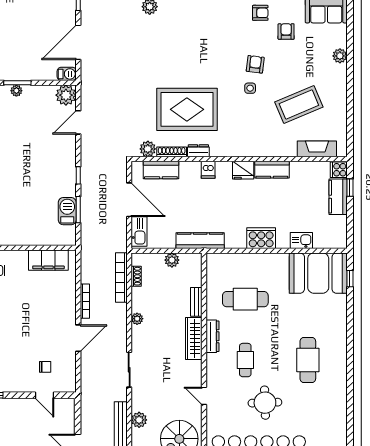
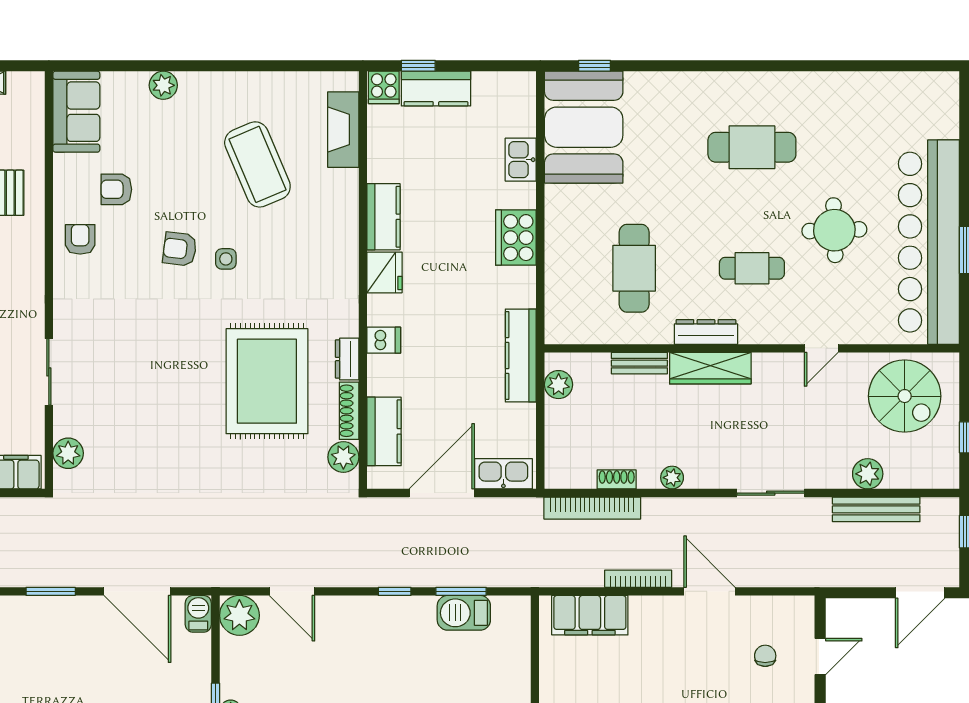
filing cabinet: (48, 260) -> (590, 615), moved, turned 90
plant: (172, 260) -> (559, 385), moved
shoe rack: (136, 276) -> (617, 479), moved

